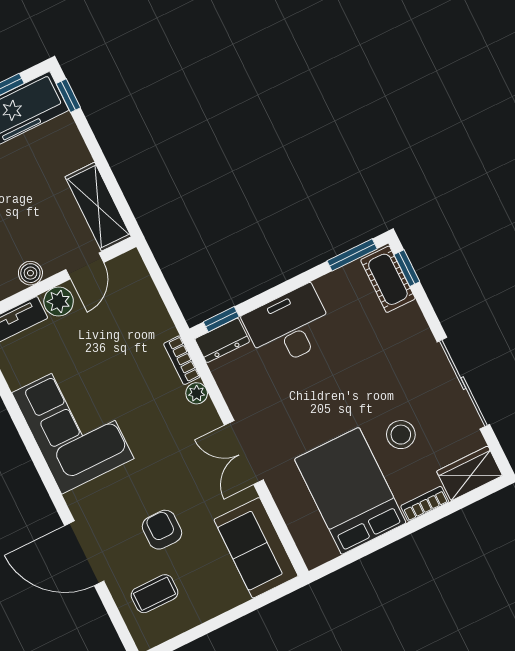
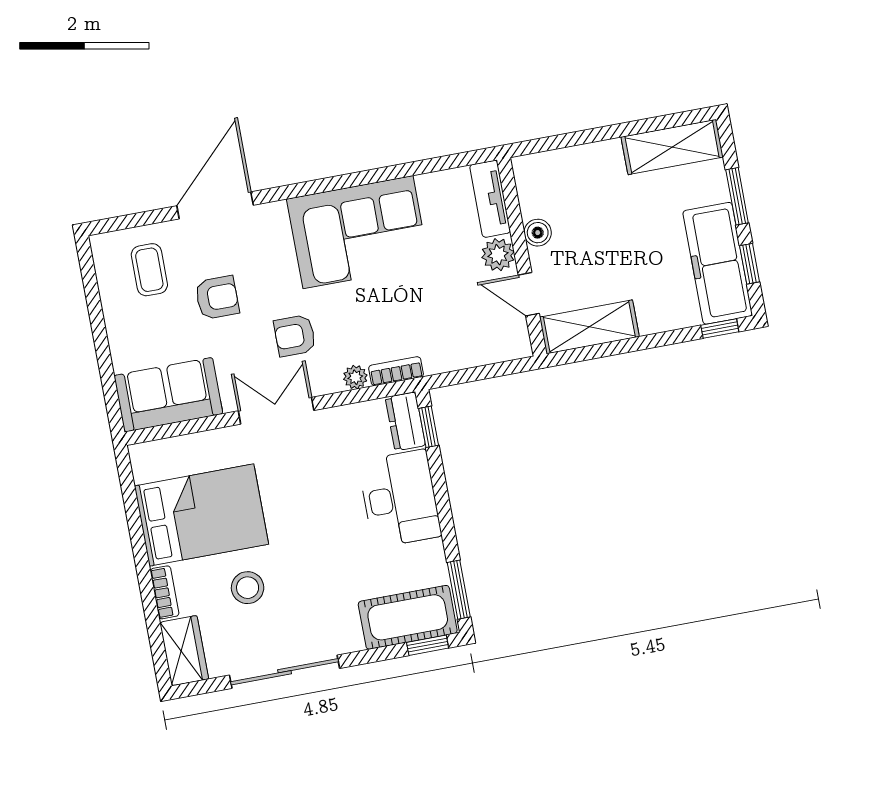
cot: (388, 279) -> (408, 617), width x1.37, depth x1.34
armchair: (176, 455) -> (295, 336), added

